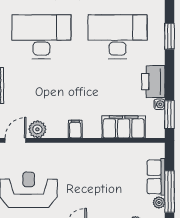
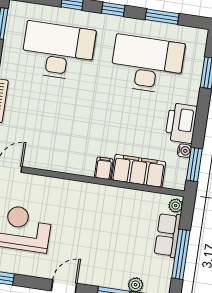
plant: (37, 129) -> (37, 159), removed
filing cabinet: (75, 129) -> (104, 168), moved
plant: (159, 202) -> (176, 206), moved

